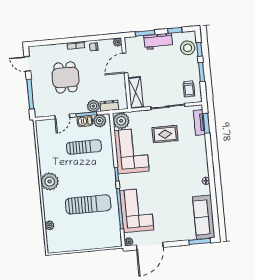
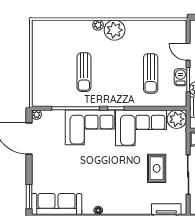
plant: (100, 121) -> (179, 94), removed
sun lounger: (88, 204) -> (84, 72), width x0.73, depth x0.75
corner sofa: (137, 210) -> (90, 127), moved
plant: (49, 225) -> (98, 25), moved

